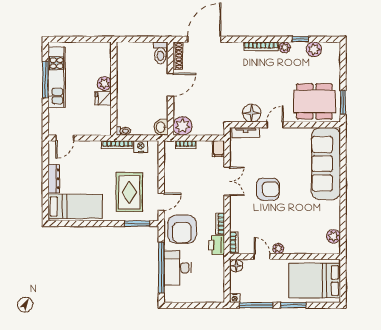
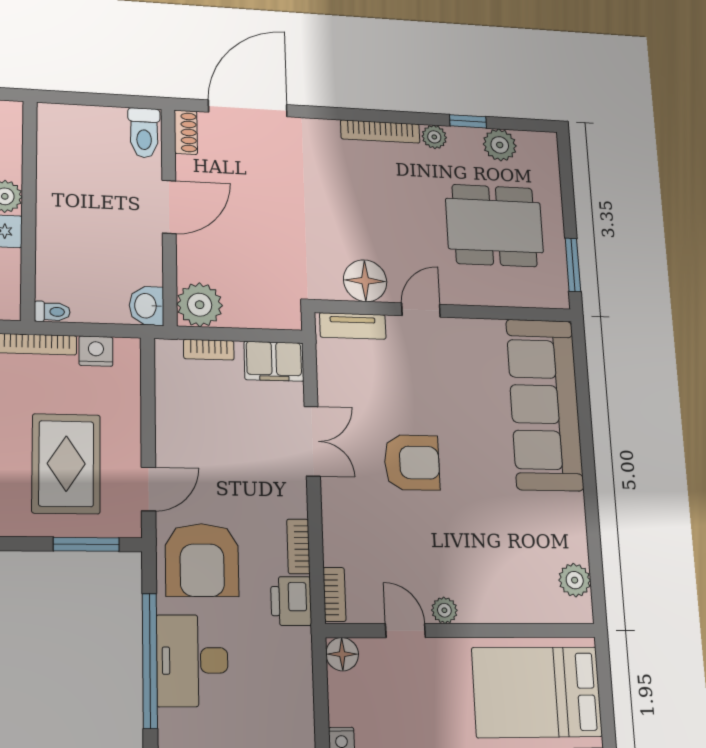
shoe rack: (178, 56) -> (186, 132), width x0.70
dining table: (314, 101) -> (495, 226), moved
filing cabinet: (218, 149) -> (274, 361), width x2.00

